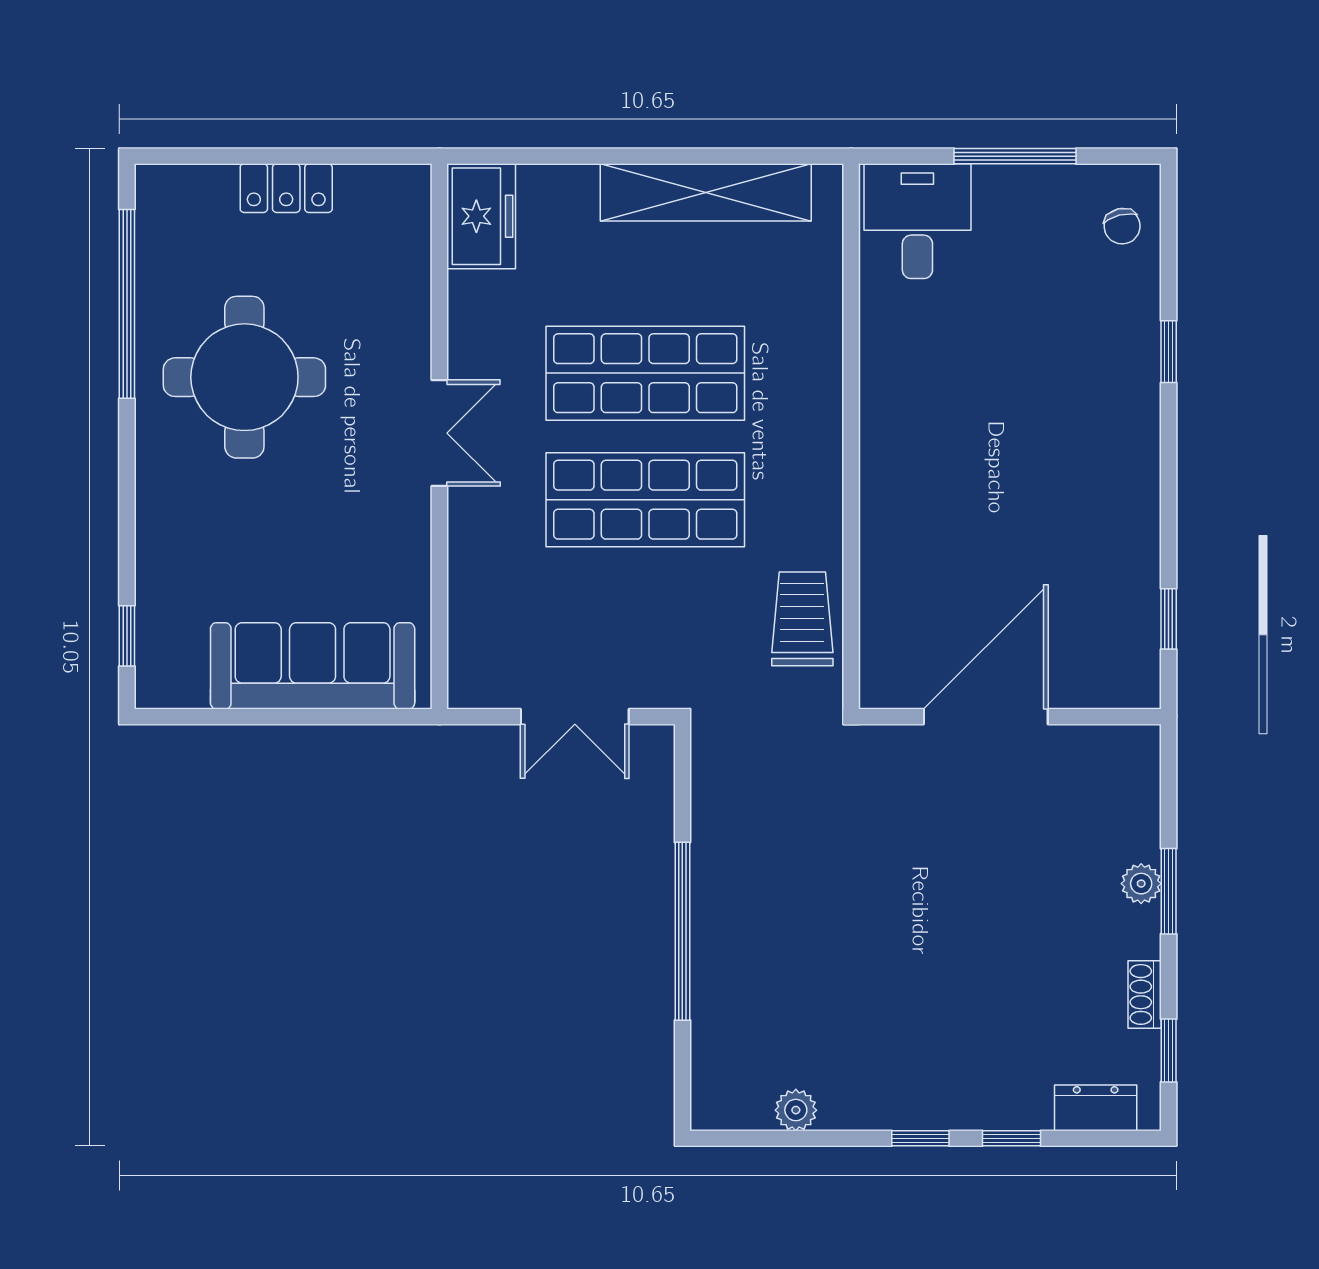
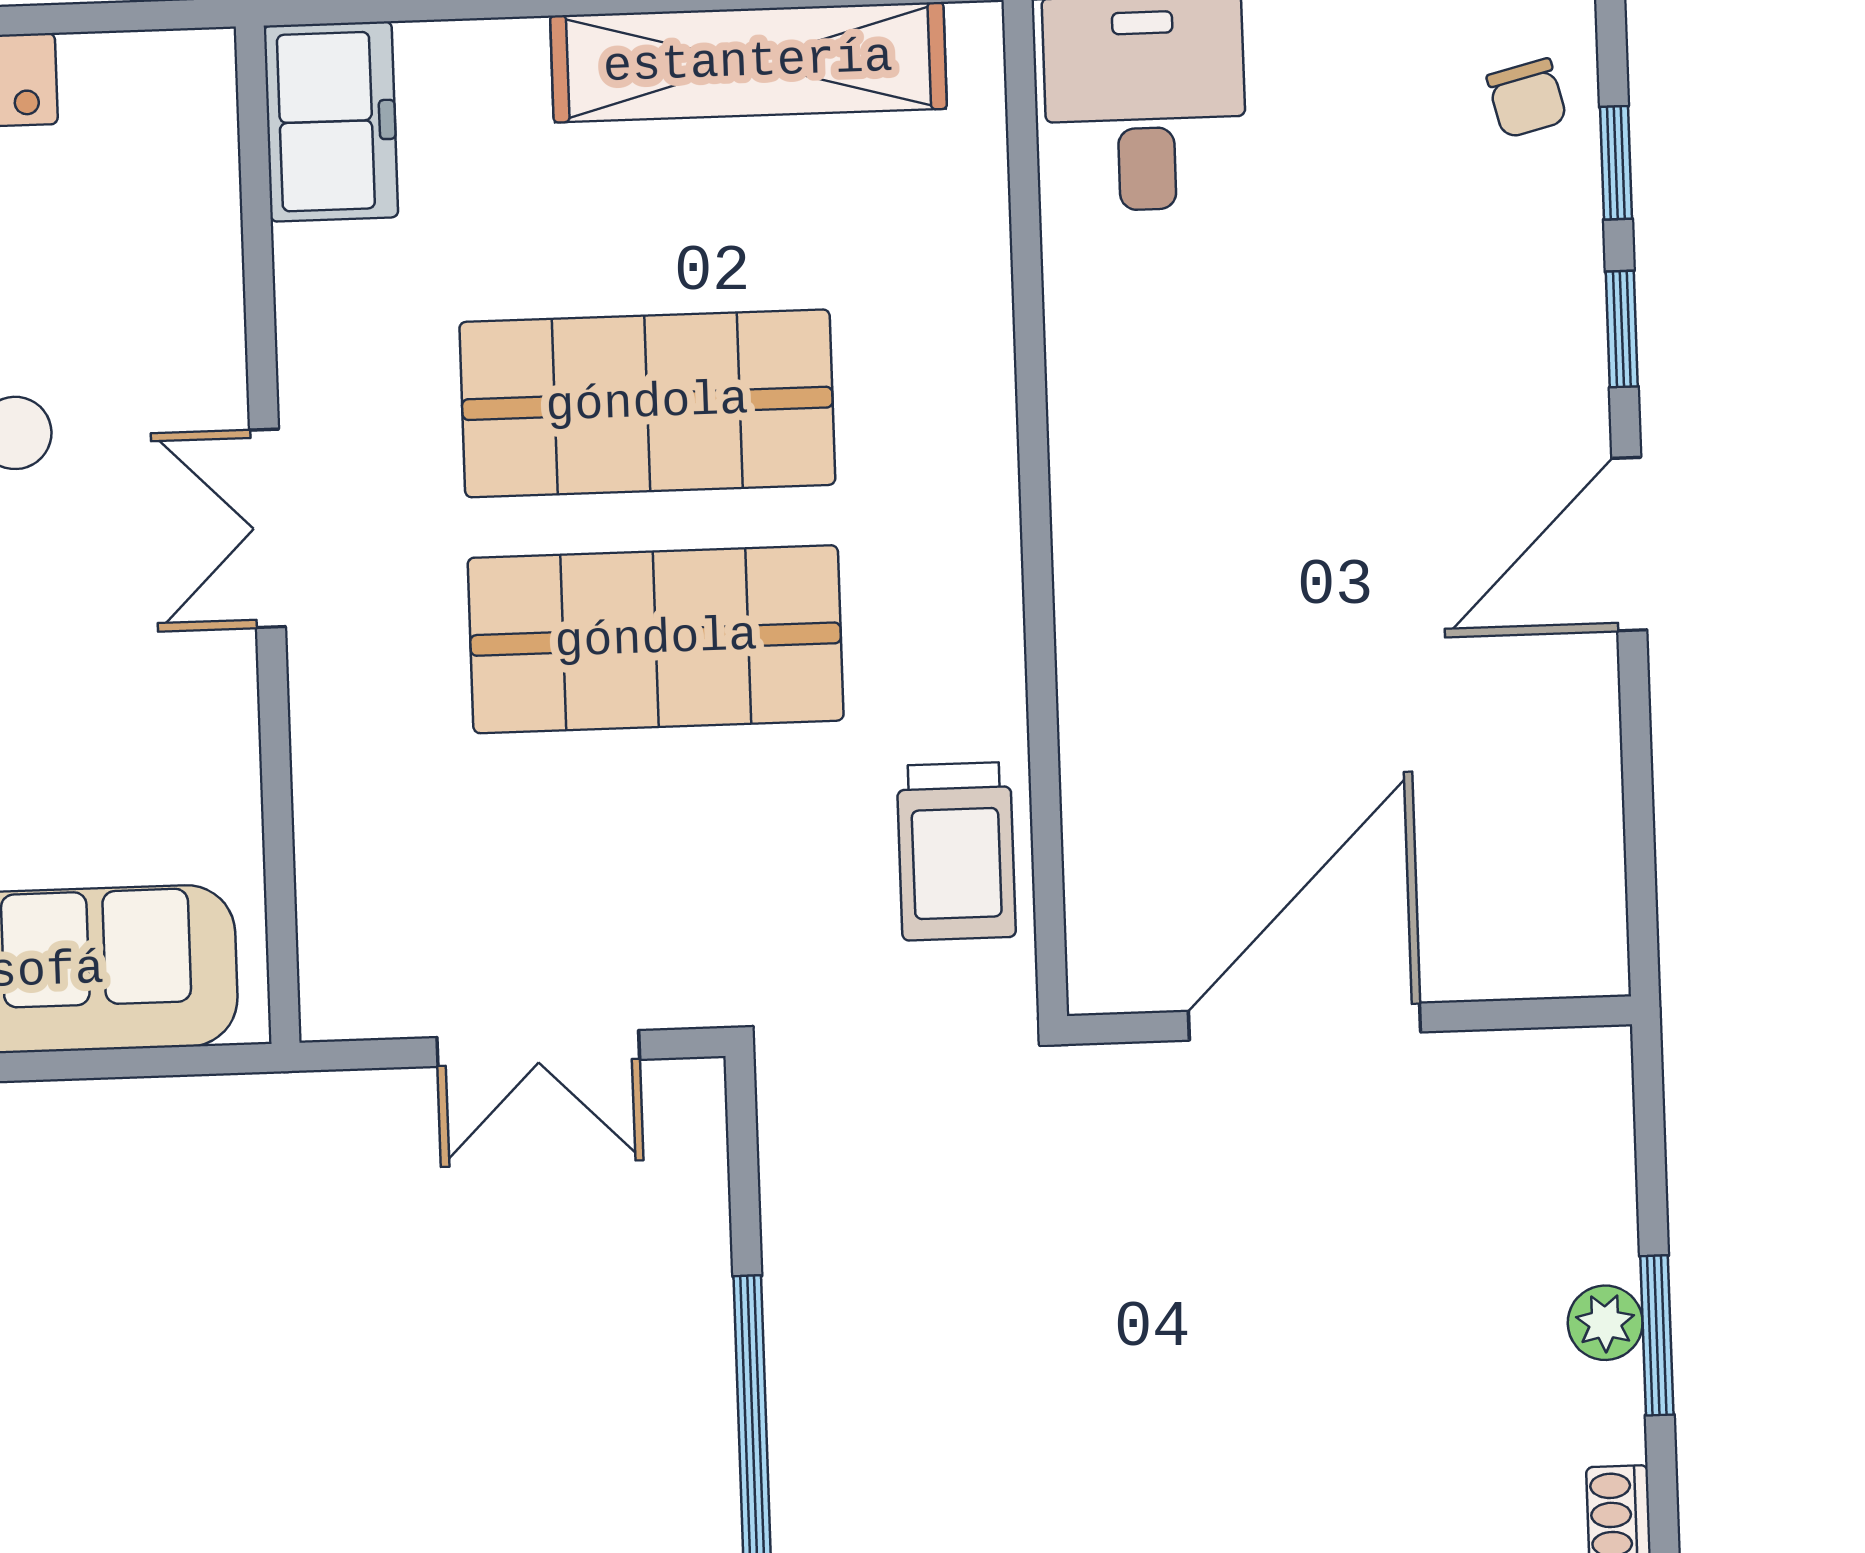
double door: (439, 433) -> (267, 528), swing flipped
door: (1169, 467) -> (1629, 544), added
trolley: (802, 619) -> (956, 851), turned 180
window: (1169, 619) -> (1616, 163), moved

